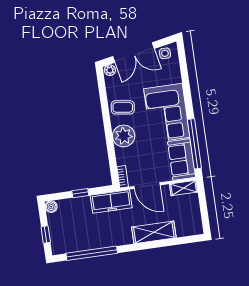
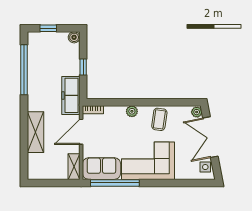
plant: (124, 136) -> (132, 111), width x0.53, depth x0.53

